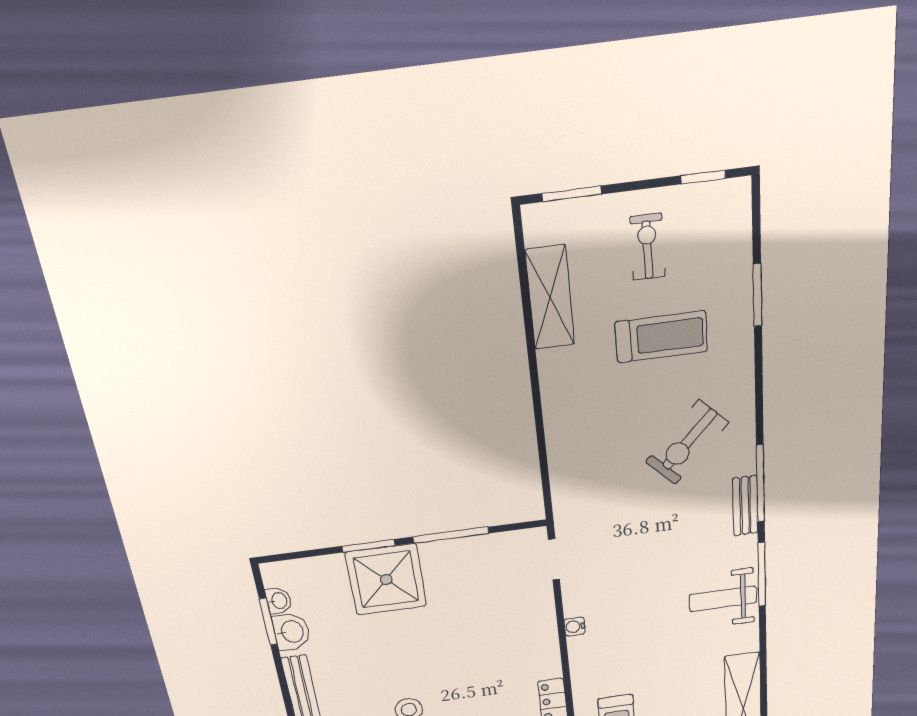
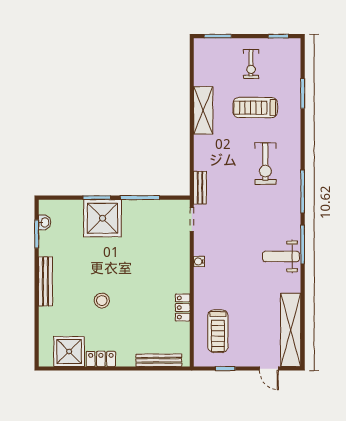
exercise bike: (647, 247) -> (251, 64), turned 180
shelving: (550, 298) -> (203, 110), moved
treadmill: (661, 337) -> (255, 108), turned 180
exercise bike: (687, 442) -> (265, 164), turned -44
bench: (745, 506) -> (200, 188), moved
washbasin: (291, 632) -> (47, 242), removed

